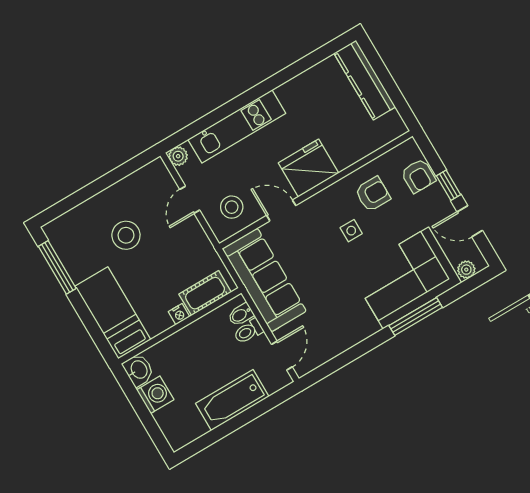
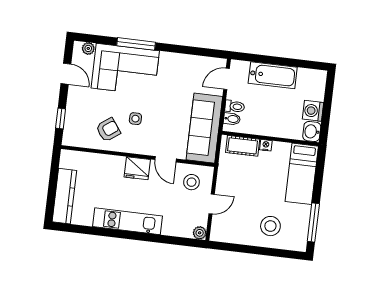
kitchen unit: (237, 126) -> (127, 221), moved
fridge: (308, 168) -> (137, 168), width x0.73, depth x0.75
armchair: (418, 176) -> (75, 121), removed
window: (449, 185) -> (61, 118), moved
armchair: (373, 194) -> (108, 130), turned 144
stool: (126, 235) -> (270, 226), moved

